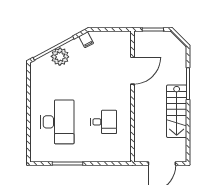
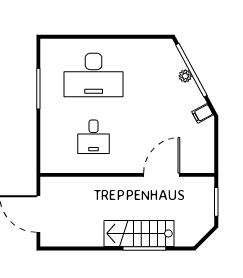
plant: (60, 57) -> (185, 76), width x0.53, depth x0.53
door: (132, 71) -> (162, 175), swing flipped
stairs: (177, 111) -> (139, 233), moved

